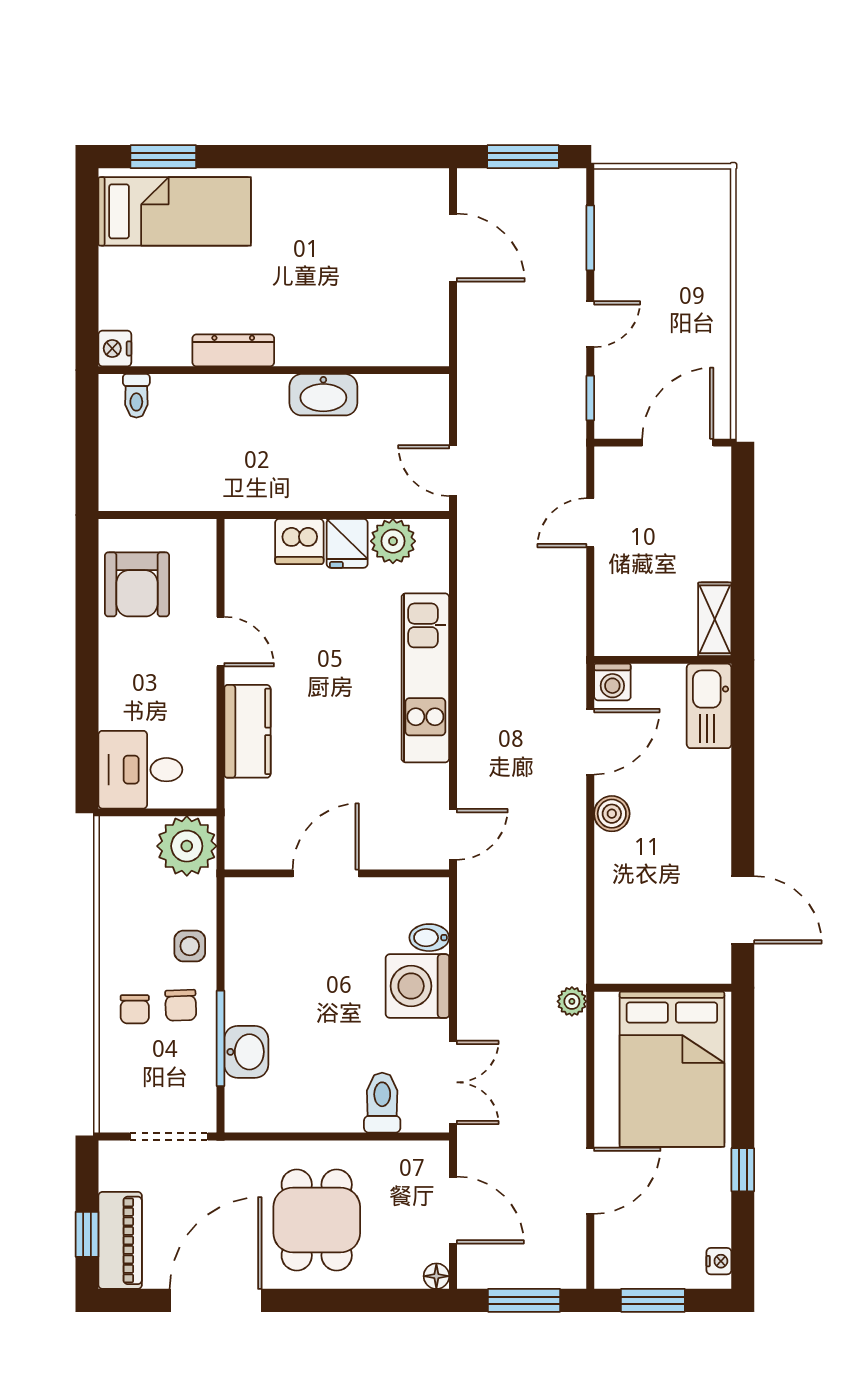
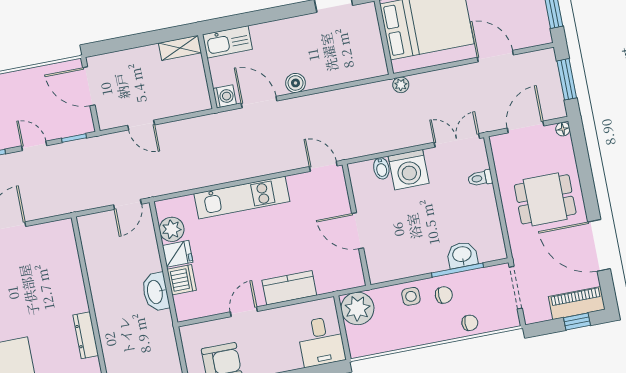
washbasin: (323, 395) -> (156, 292), moved, turned 180
chair: (135, 1009) -> (470, 323), moved
toilet: (382, 1103) -> (480, 178), width x0.73, depth x0.72

